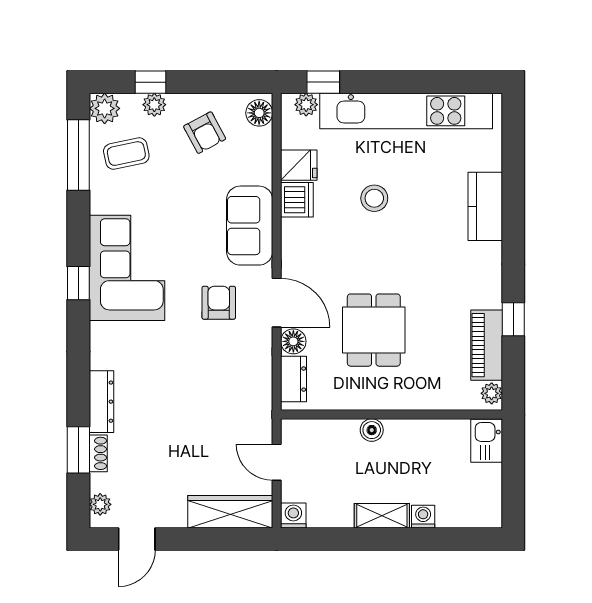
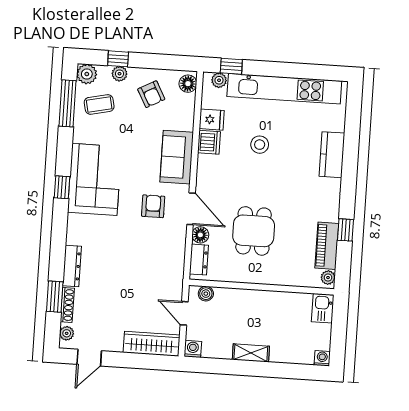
boiler: (372, 430) -> (206, 294), moved
shoe rack: (98, 453) -> (67, 305), width x1.43
washing machine: (423, 517) -> (322, 358), moved

